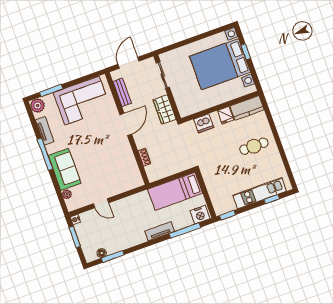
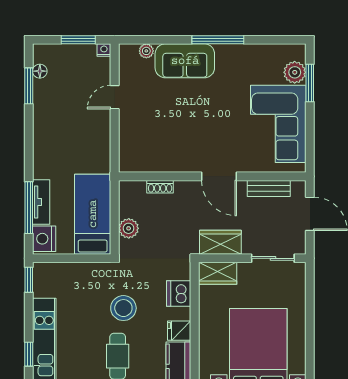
plant: (38, 105) -> (295, 72), moved
wardrobe: (183, 105) -> (218, 273), added
tv unit: (45, 131) -> (253, 52), removed
stool: (224, 153) -> (123, 308), added
plant: (176, 167) -> (129, 228), added
tv unit: (160, 231) -> (41, 202), moved

